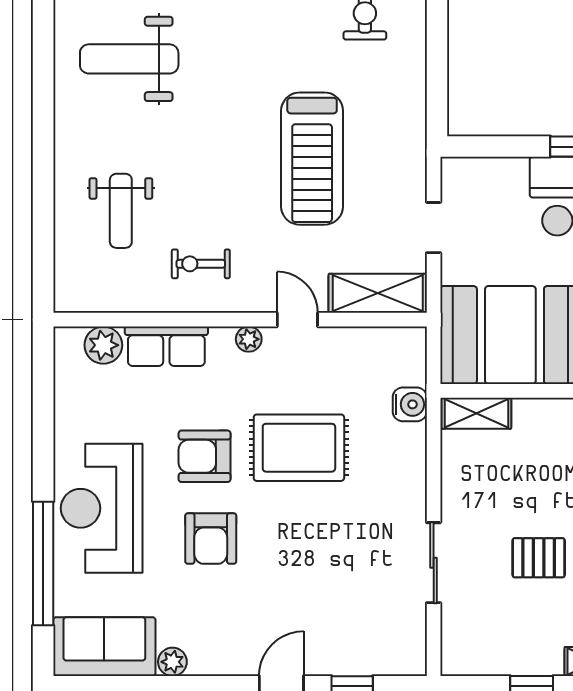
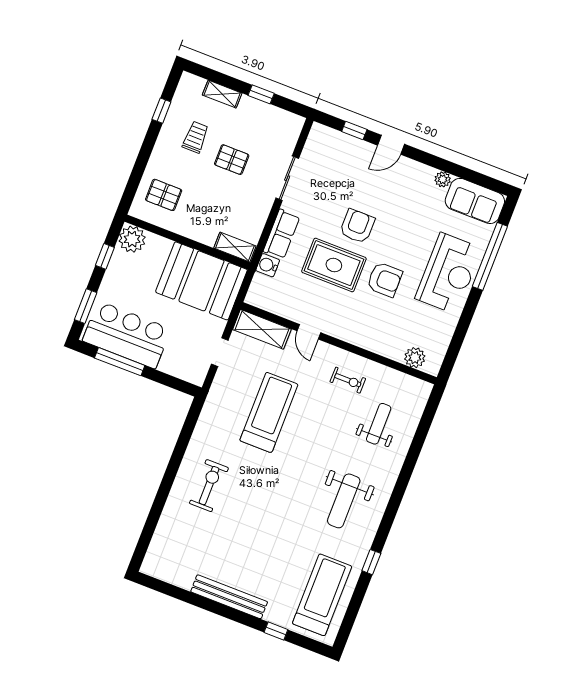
weight bench: (129, 59) -> (344, 501), turned 90
plant: (249, 339) -> (338, 331), removed
row of seats: (166, 346) -> (281, 234), moved, turned 90
armchair: (211, 539) -> (357, 226), moved

